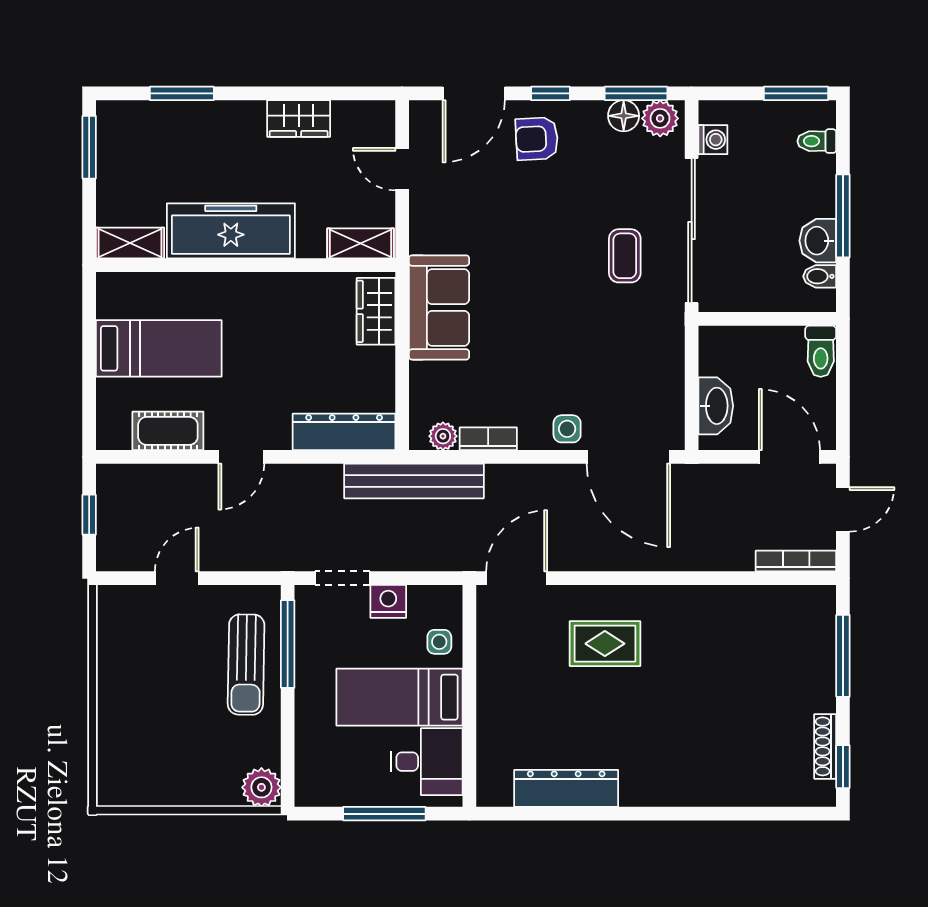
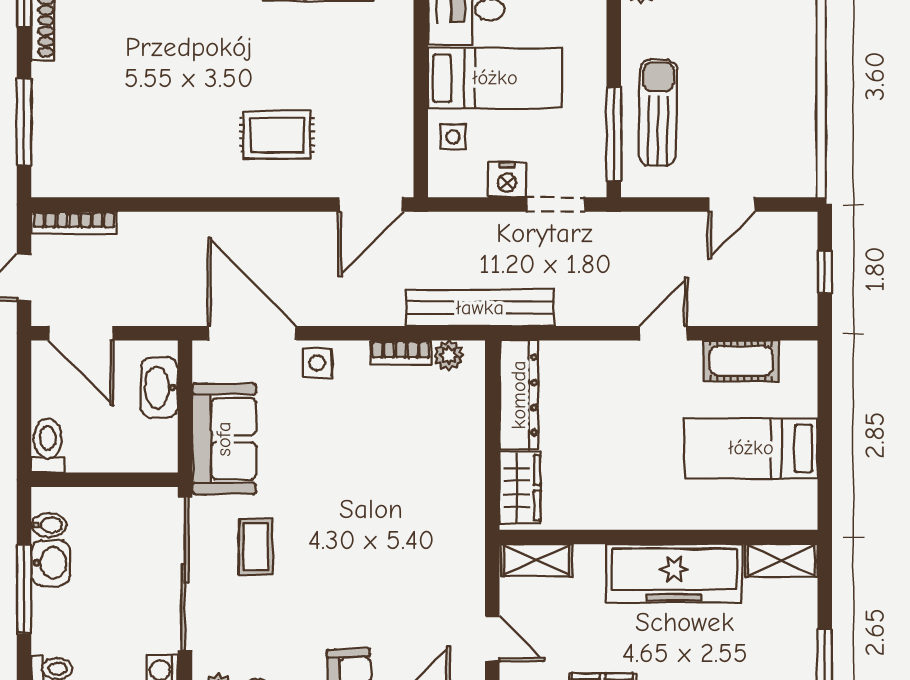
sofa: (439, 307) -> (224, 439), moved, turned 180
dresser: (344, 432) -> (519, 395), moved, turned -90

